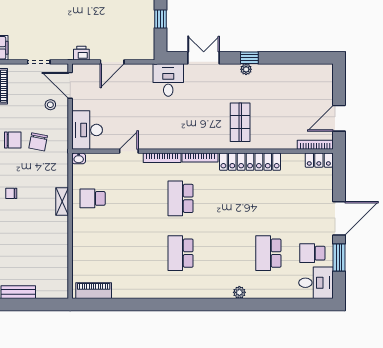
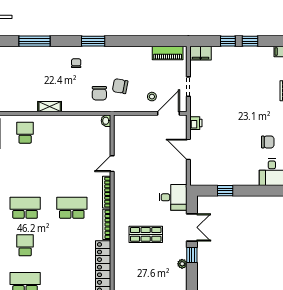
window: (249, 58) -> (192, 255), moved
shop shelf: (240, 122) -> (146, 234), moved
desk: (87, 130) -> (130, 128), removed
chair: (13, 140) -> (99, 93), moved
door: (129, 151) -> (112, 164), swing flipped
school desk: (93, 198) -> (25, 133), moved
shelving: (62, 201) -> (50, 107), moved
school desk: (224, 253) -> (25, 245), added

